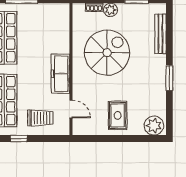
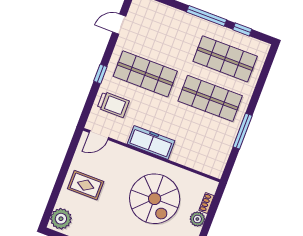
door: (71, 109) -> (99, 135), moved
trolley: (40, 118) -> (113, 104), turned -90

